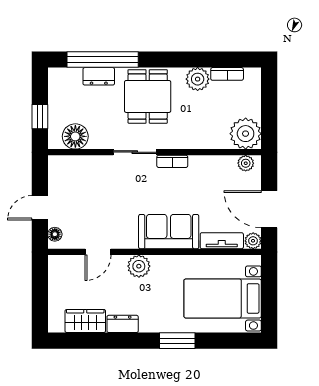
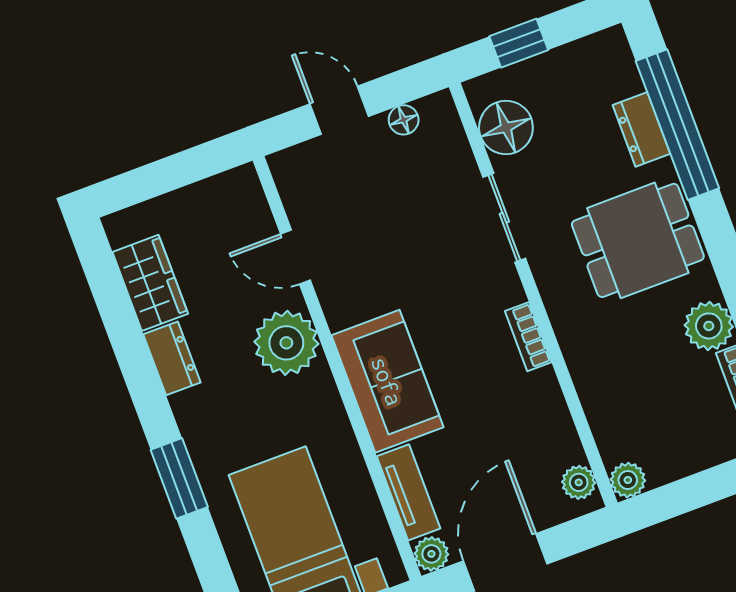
plant: (246, 134) -> (628, 480), width x0.53, depth x0.53
sliding door: (135, 152) -> (504, 218), moved
floor lamp: (55, 234) -> (404, 120), moved
plant: (139, 266) -> (286, 343), width x1.36, depth x1.36

